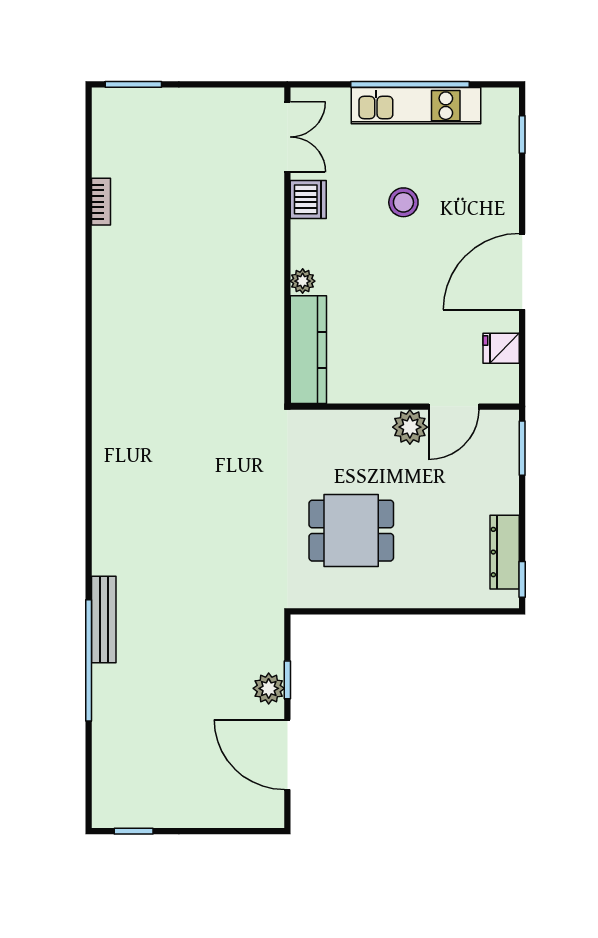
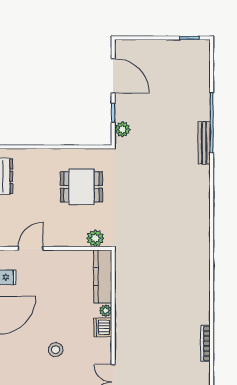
dishwasher: (308, 199) -> (103, 327), moved
bookcase: (101, 202) -> (206, 343), width x1.56
plant: (410, 427) -> (95, 238), moved
plant: (269, 688) -> (122, 129), moved

